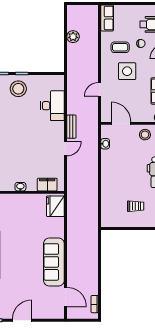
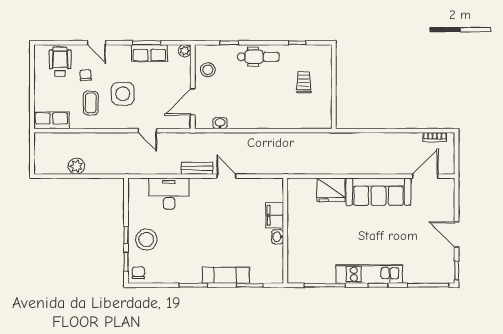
filing cabinet: (47, 185) -> (275, 215), moved
fridge: (55, 206) -> (331, 190), moved

